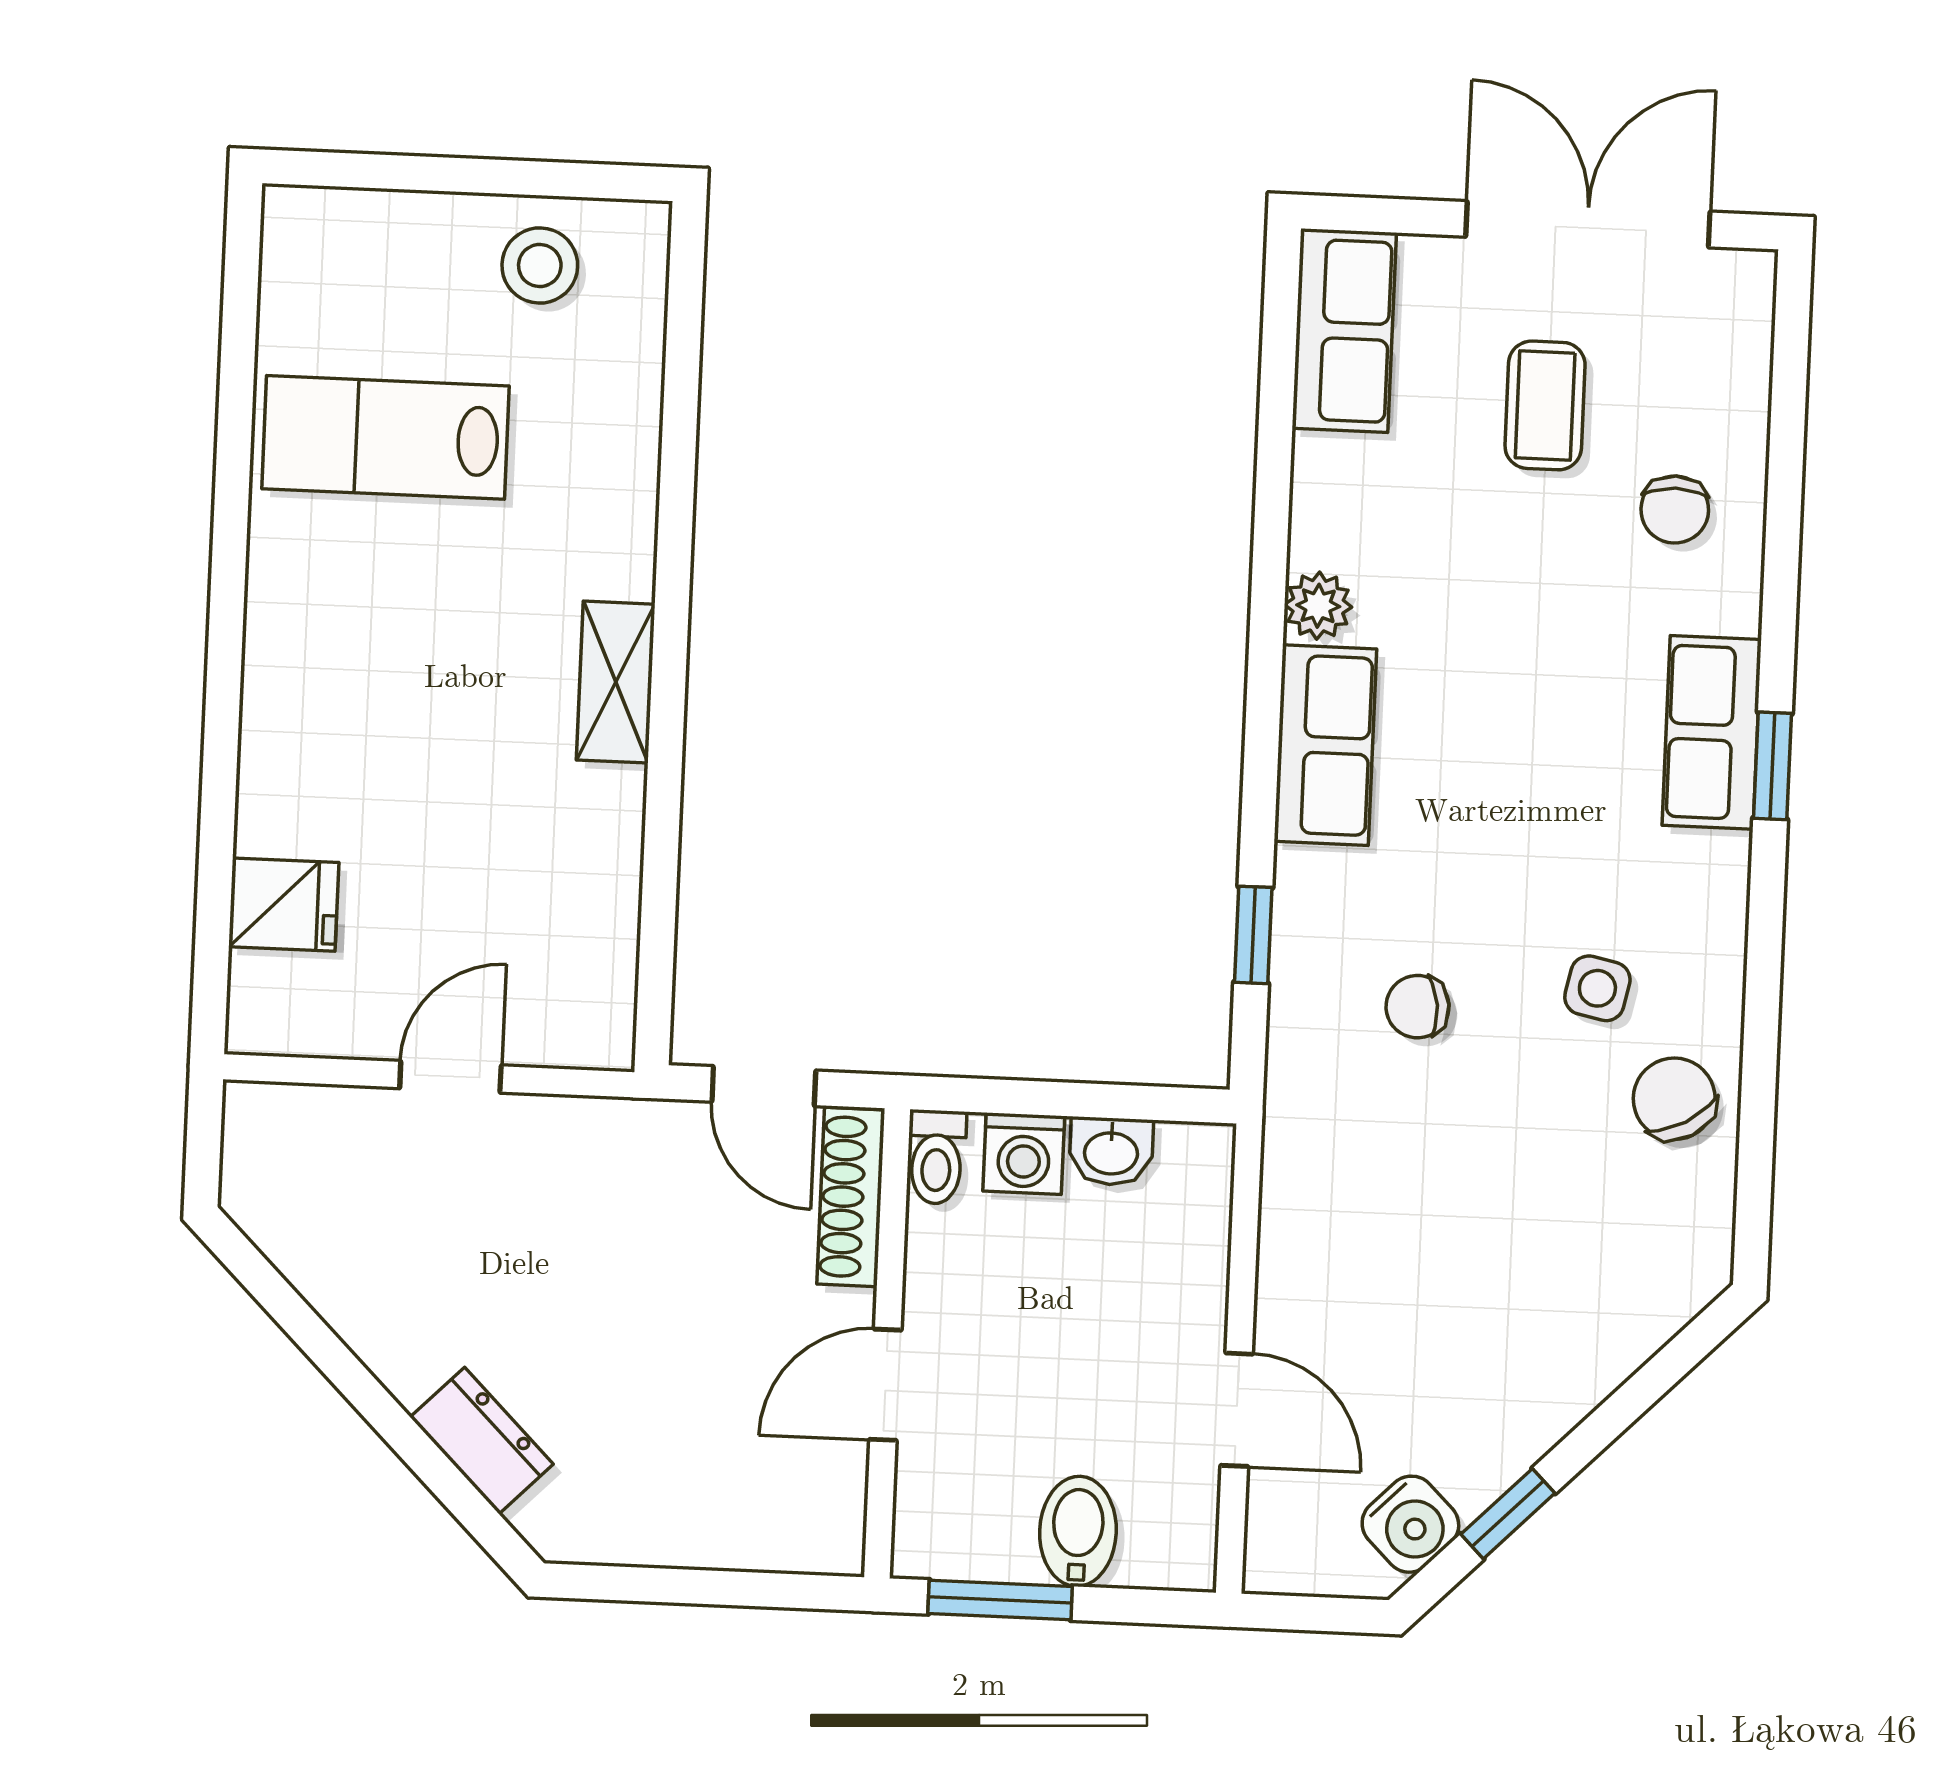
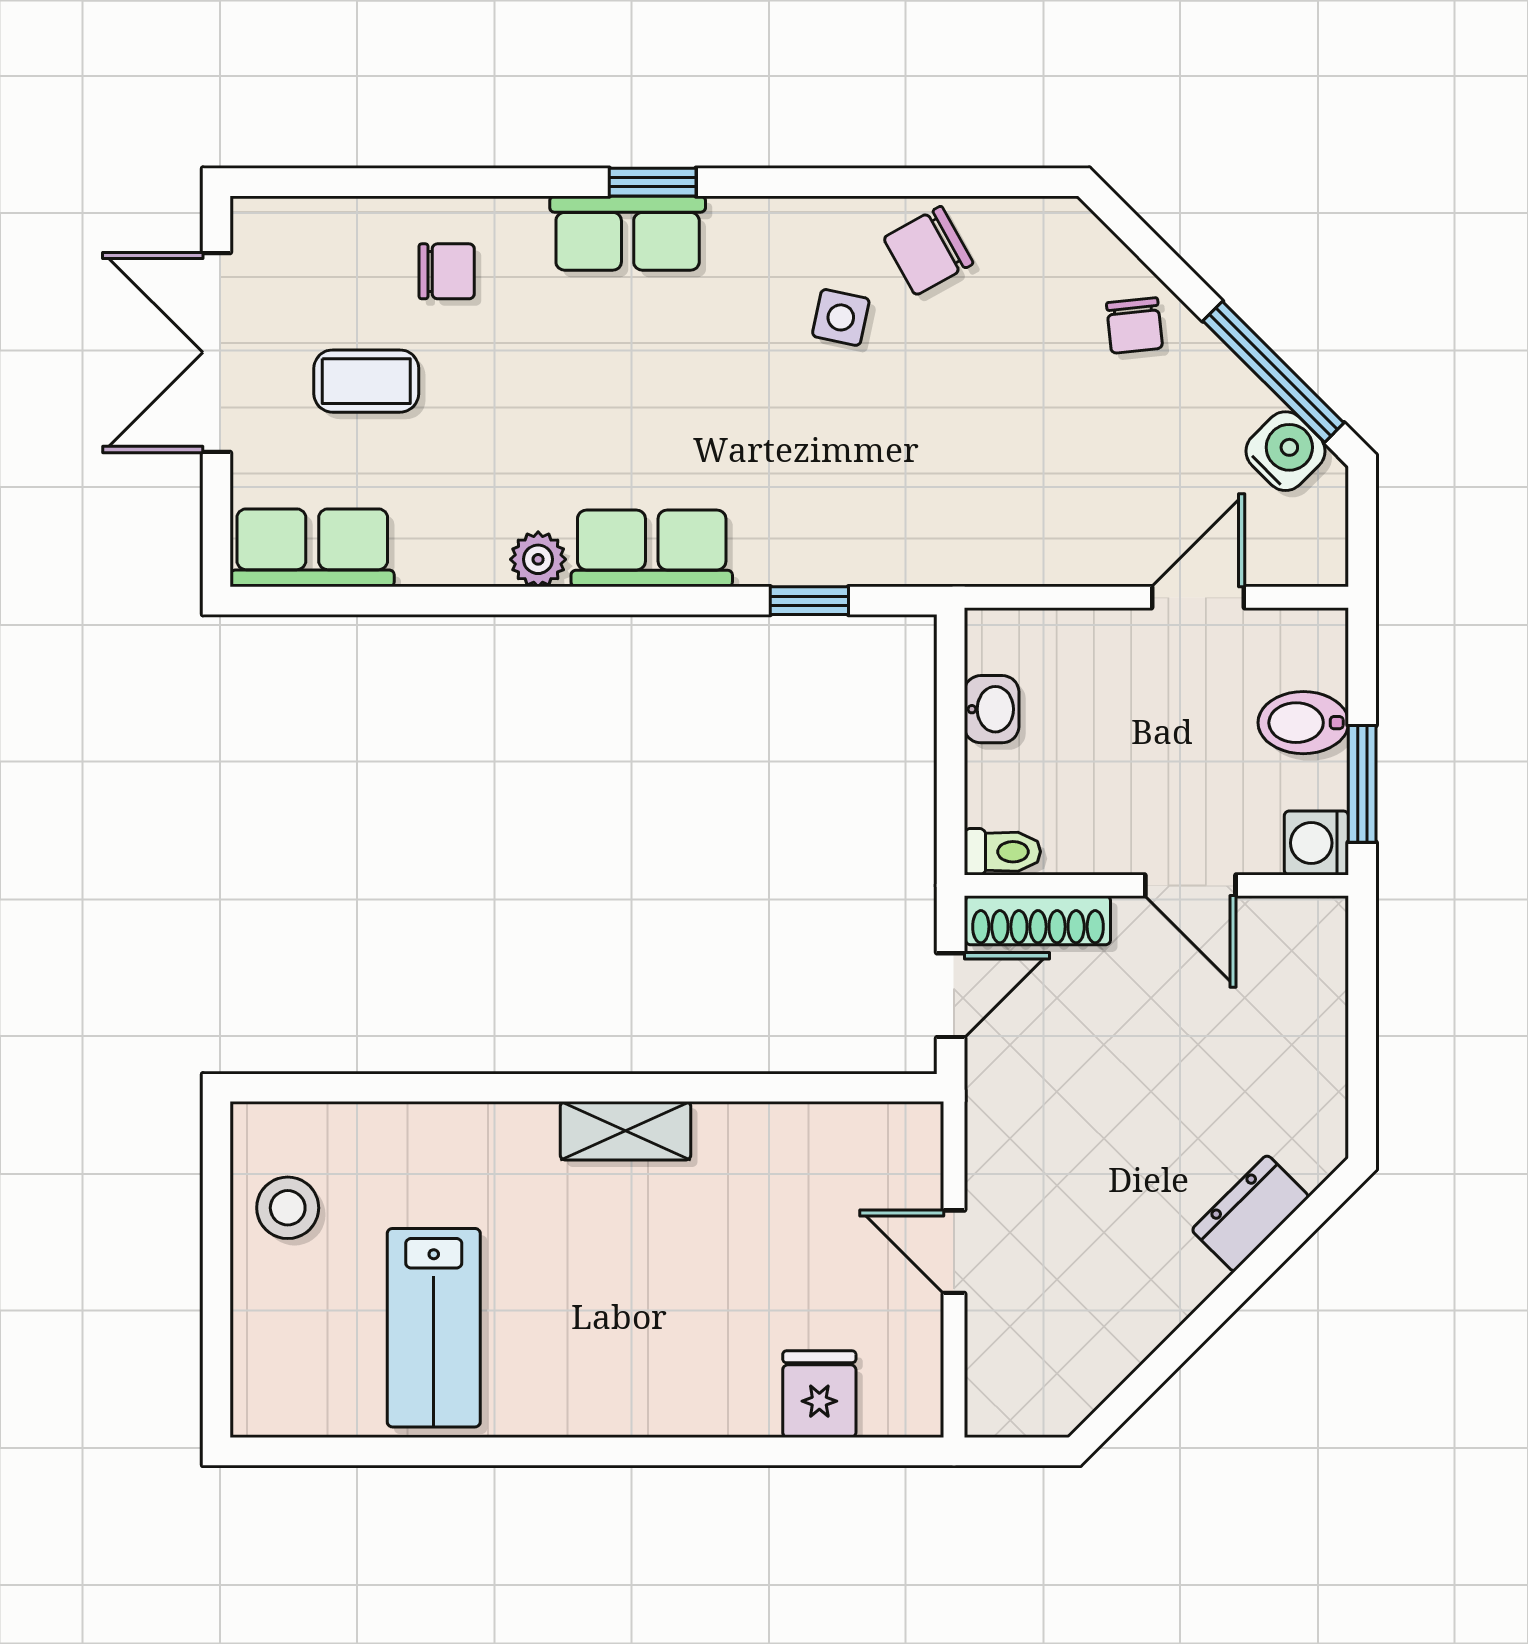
chair: (1417, 1007) -> (1134, 325), moved
washing machine: (1024, 1154) -> (1316, 843), moved, turned 180
window: (1508, 1514) -> (1273, 372), width x2.17

